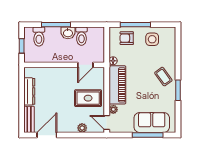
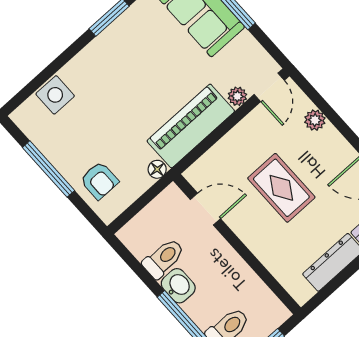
window: (135, 25) -> (49, 169), moved
side table: (152, 39) -> (55, 95), moved
coffee table: (163, 77) -> (108, 62), removed
rug: (88, 98) -> (281, 188), moved

